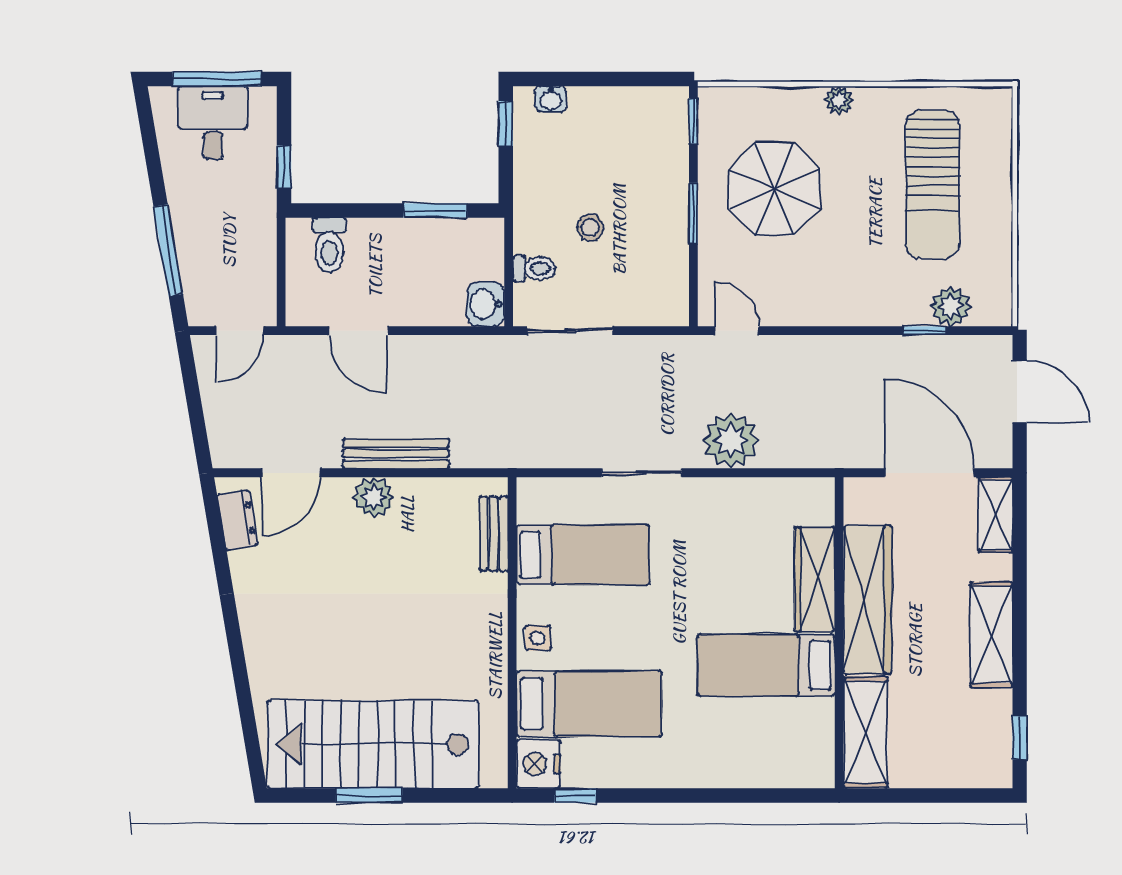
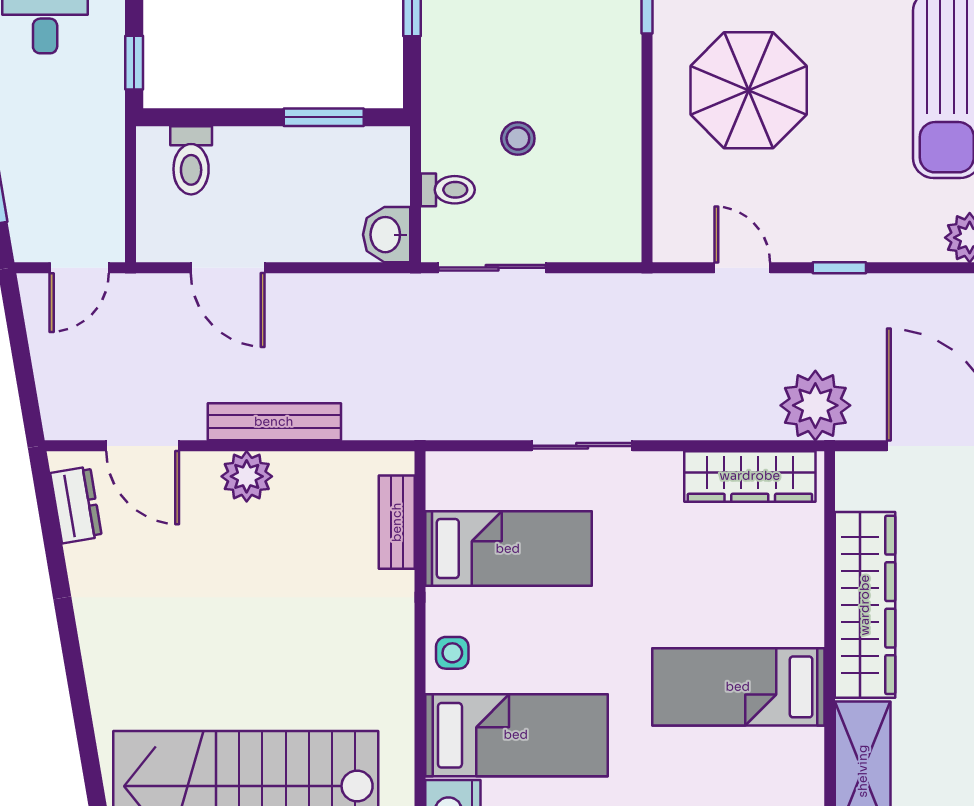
window: (693, 213) -> (647, 121), removed
door: (737, 331) -> (742, 268), moved
window: (924, 331) -> (839, 268), moved
plant: (731, 441) -> (815, 405), moved
door: (291, 473) -> (143, 446), hinge flipped
wardrobe: (815, 579) -> (750, 476), moved, turned -90

